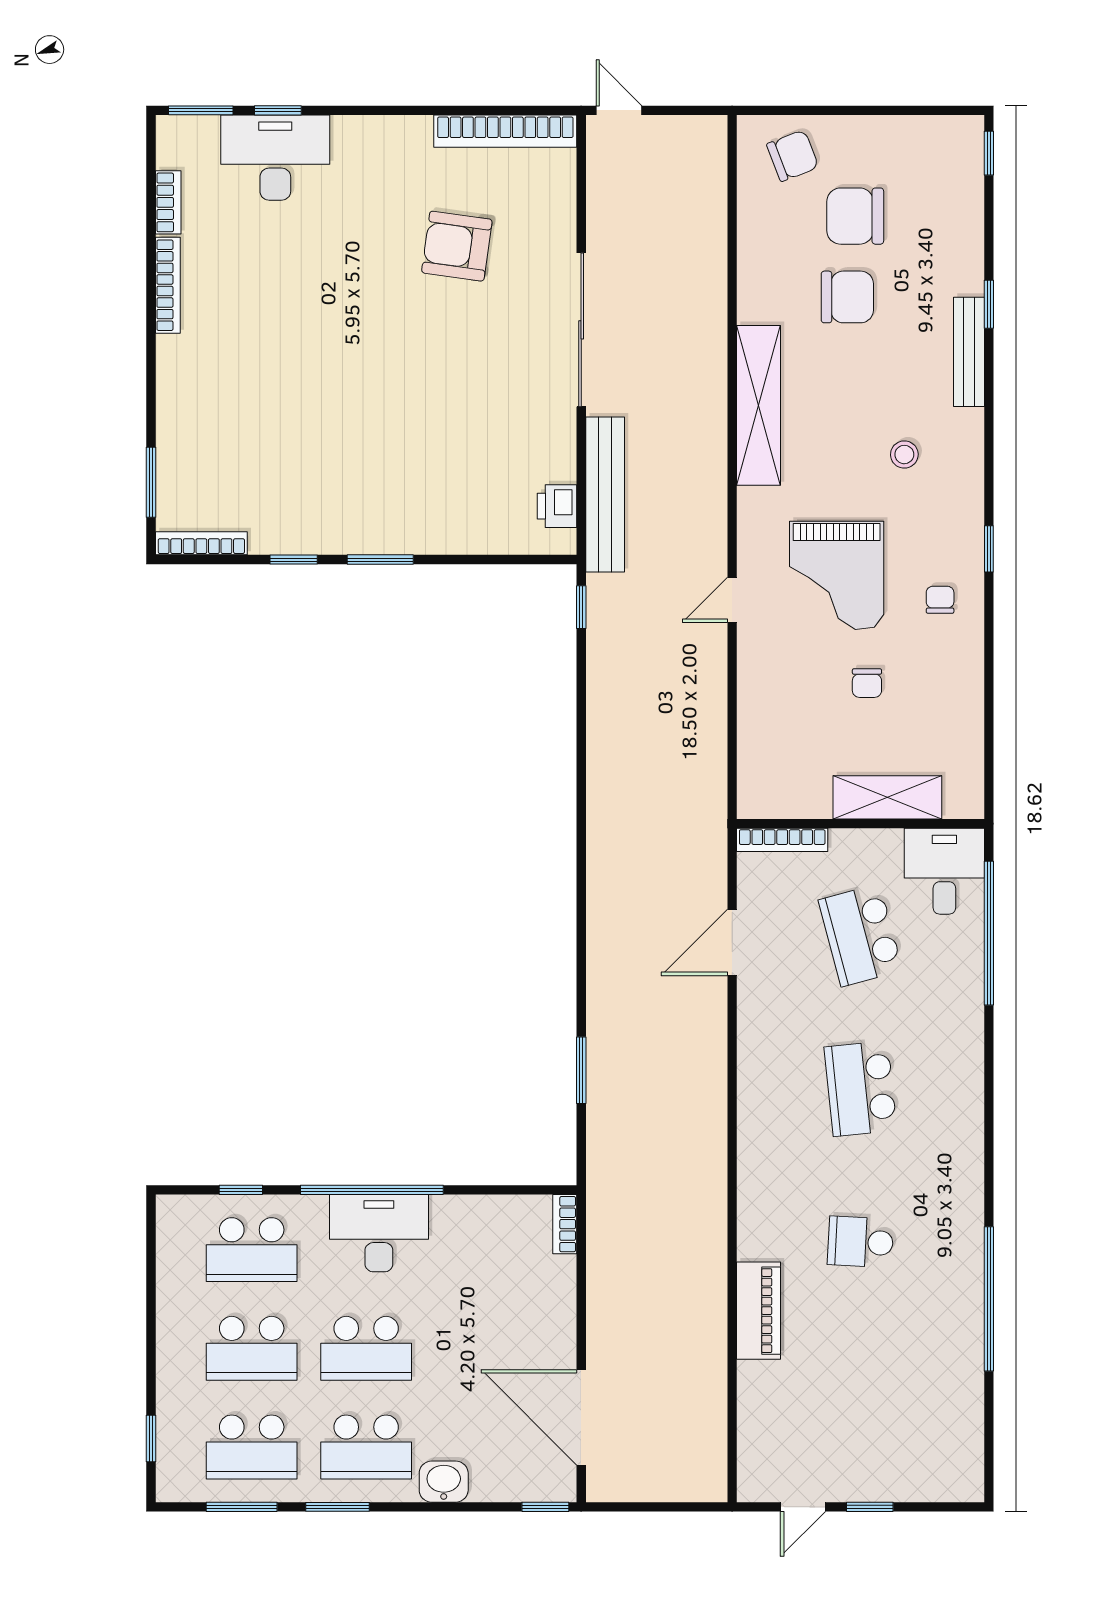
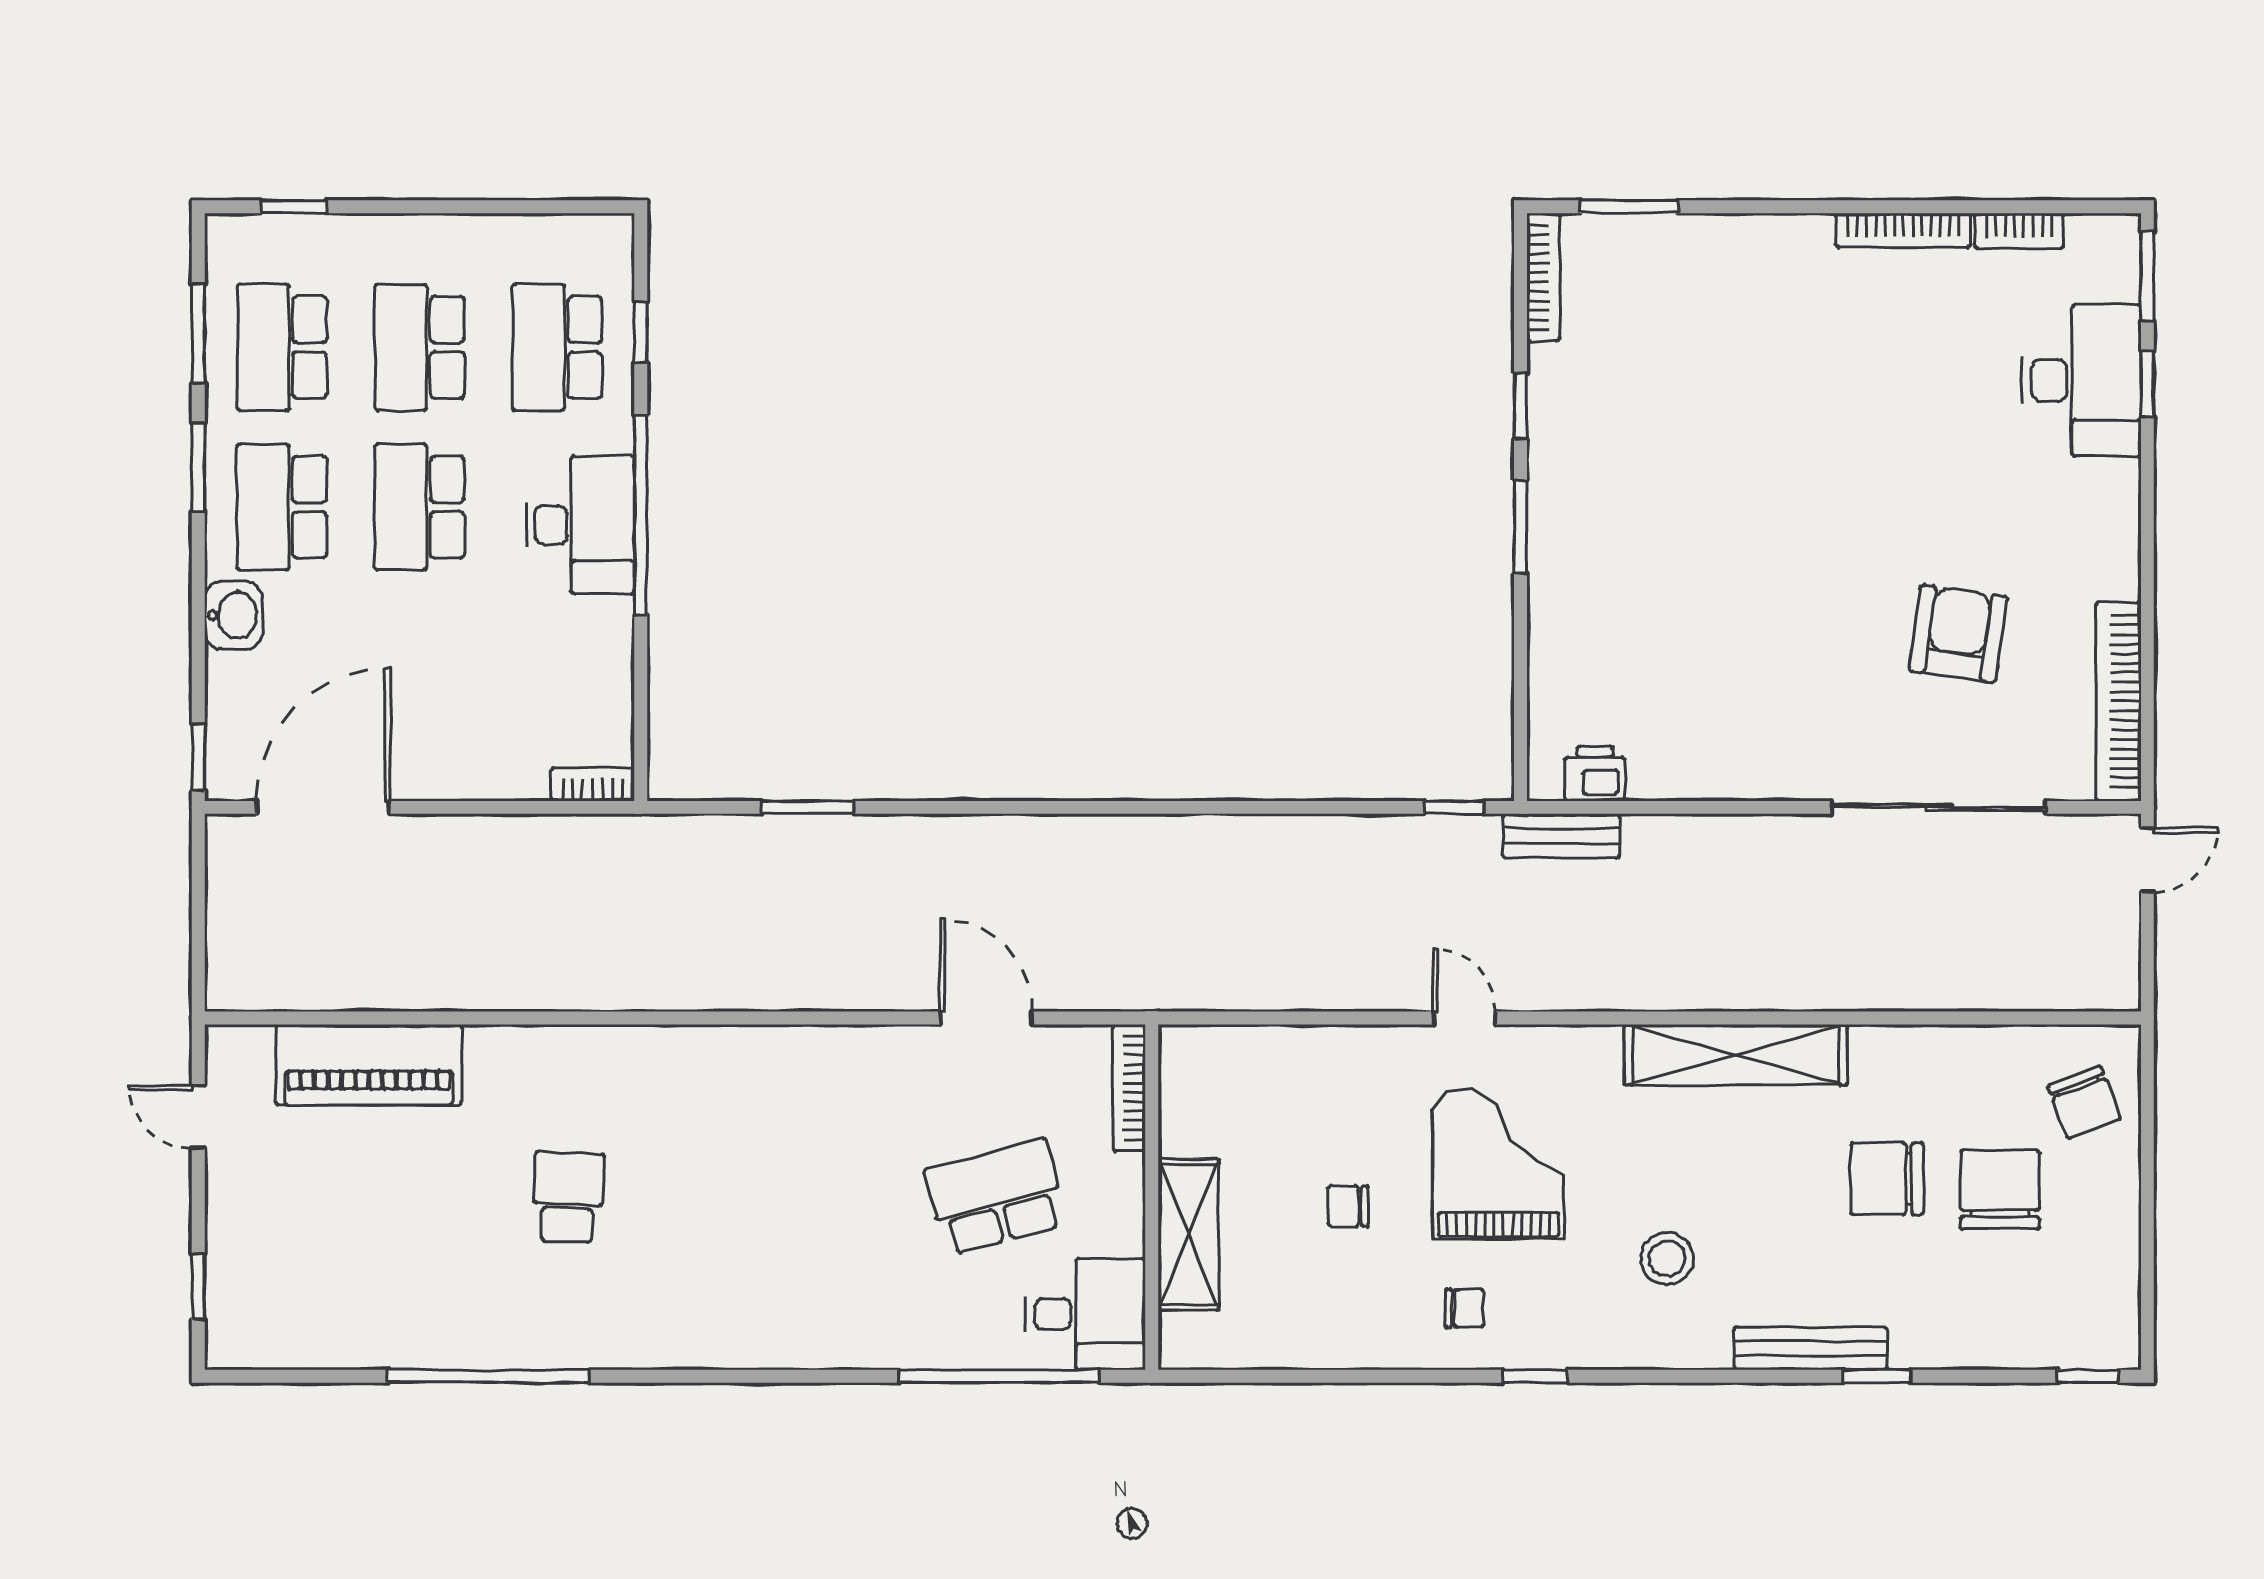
chair: (847, 297) -> (1887, 1179), turned 90
sliding door: (581, 330) -> (1939, 807), moved
stool: (904, 455) -> (1667, 1258), width x1.37, depth x1.37
bench: (605, 494) -> (1561, 836), width x0.54, depth x0.82
grand piano: (837, 575) -> (1499, 1164), turned 90
school desk: (861, 1089) -> (782, 1197), removed
piano: (758, 1311) -> (369, 1065), moved, width x1.37, depth x1.33
window: (870, 1507) -> (198, 1287), moved

